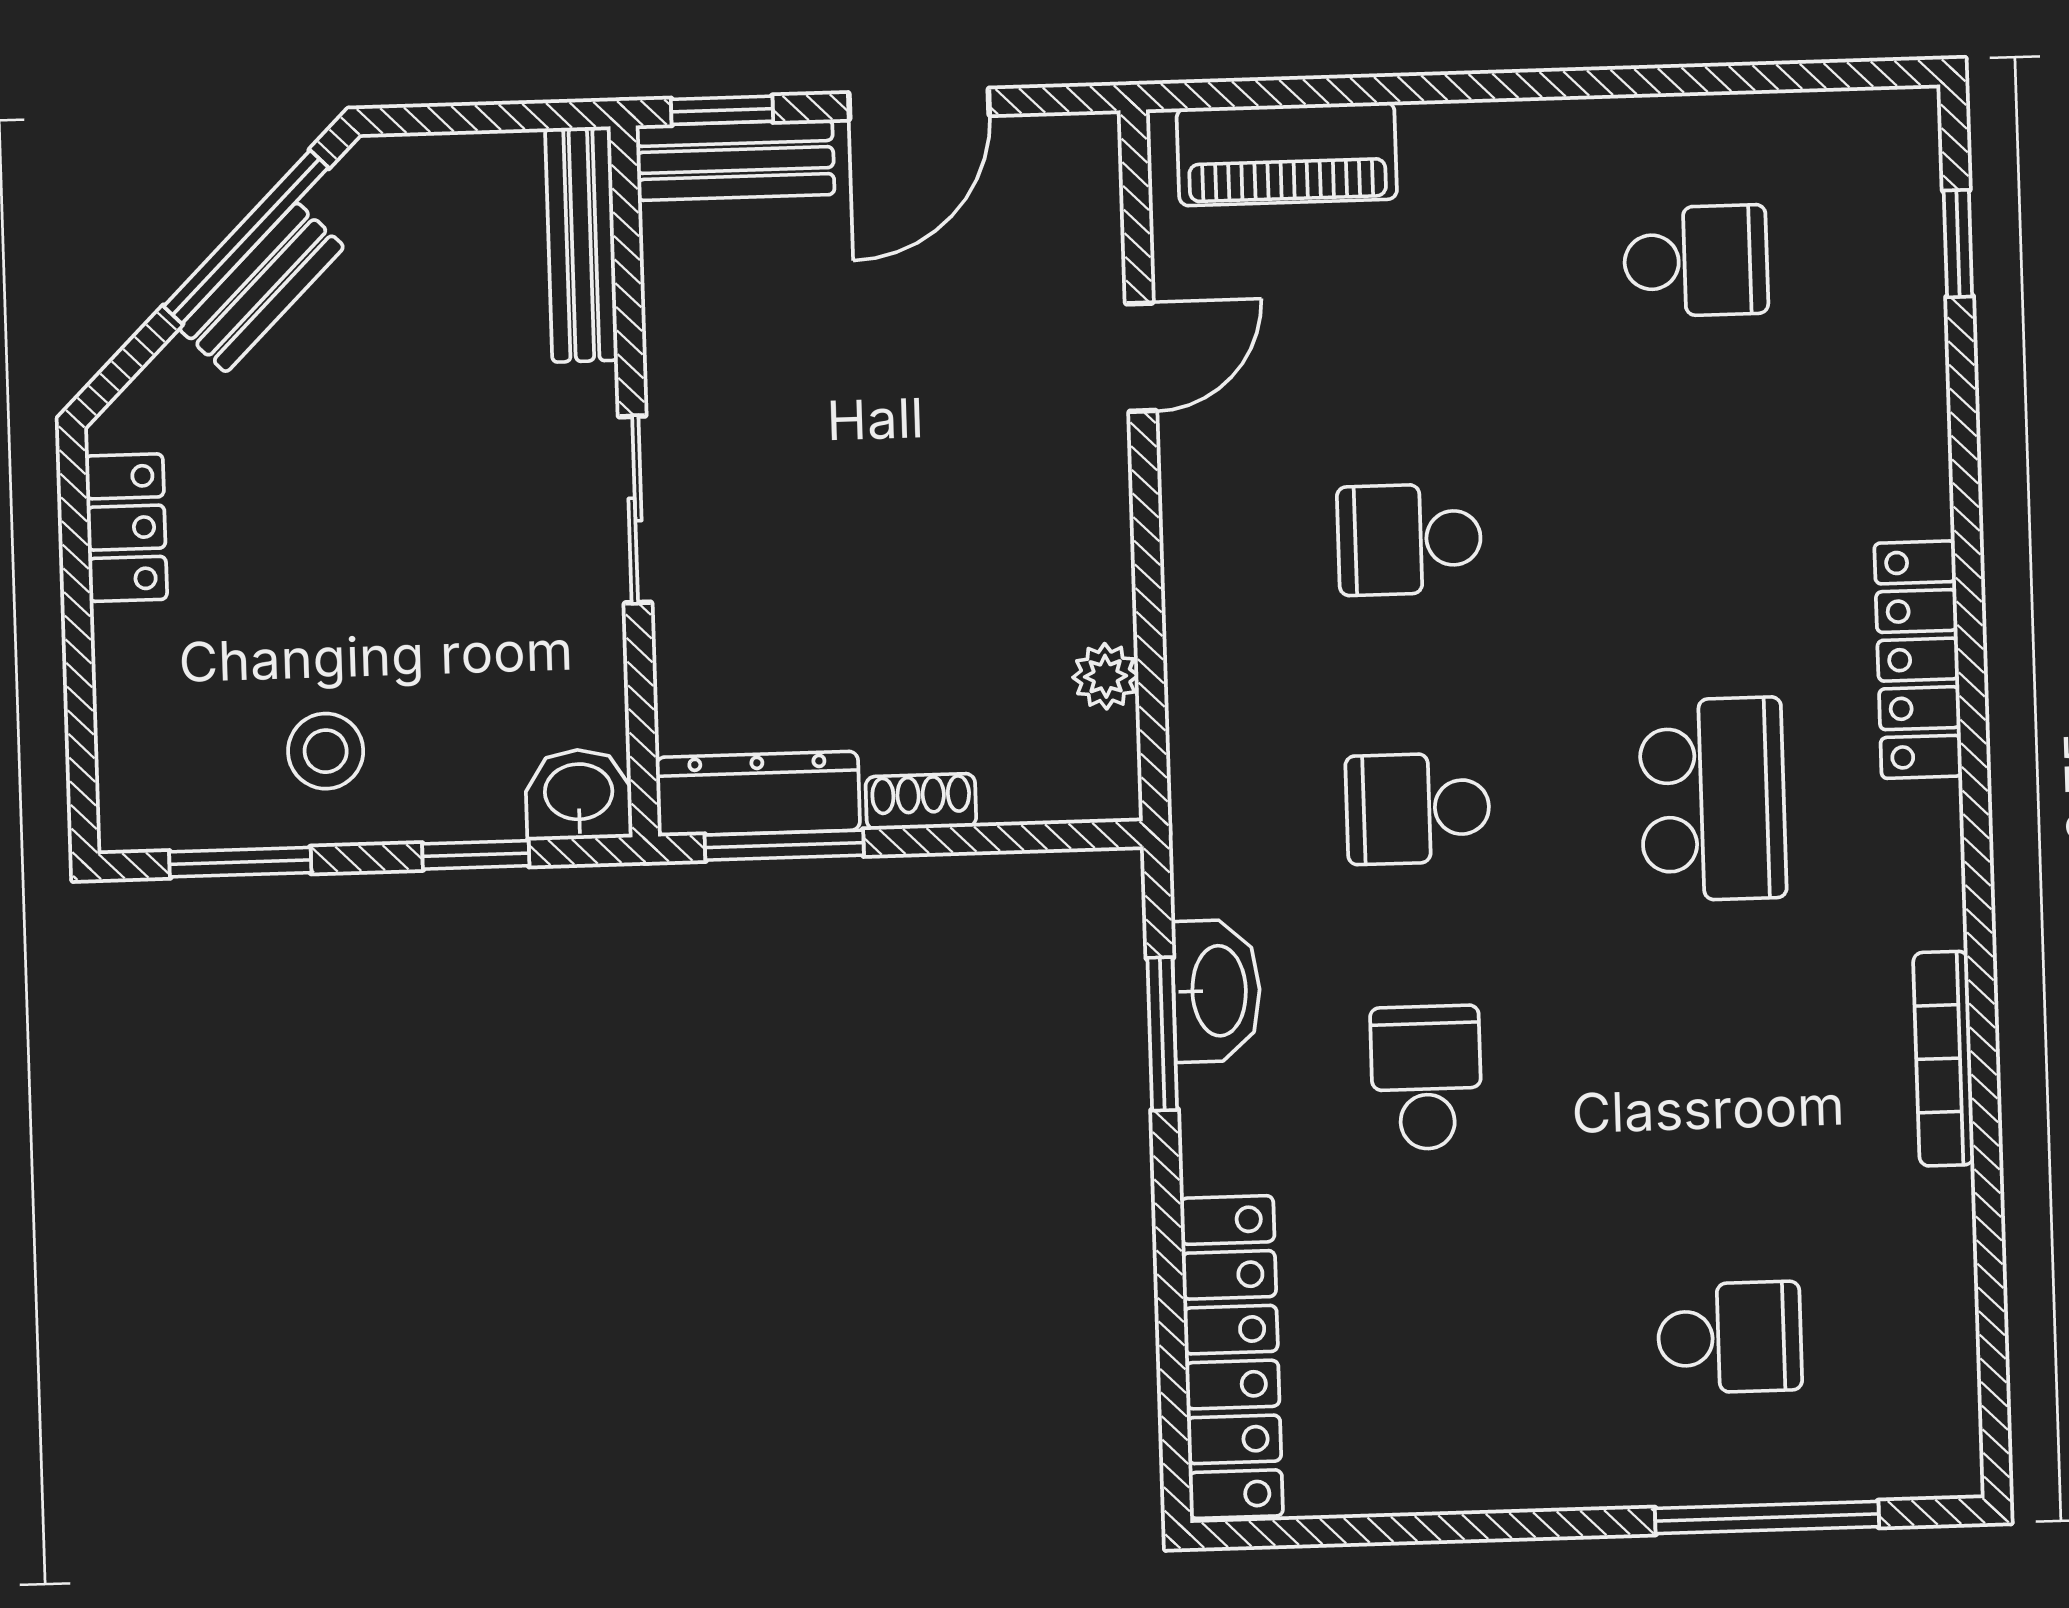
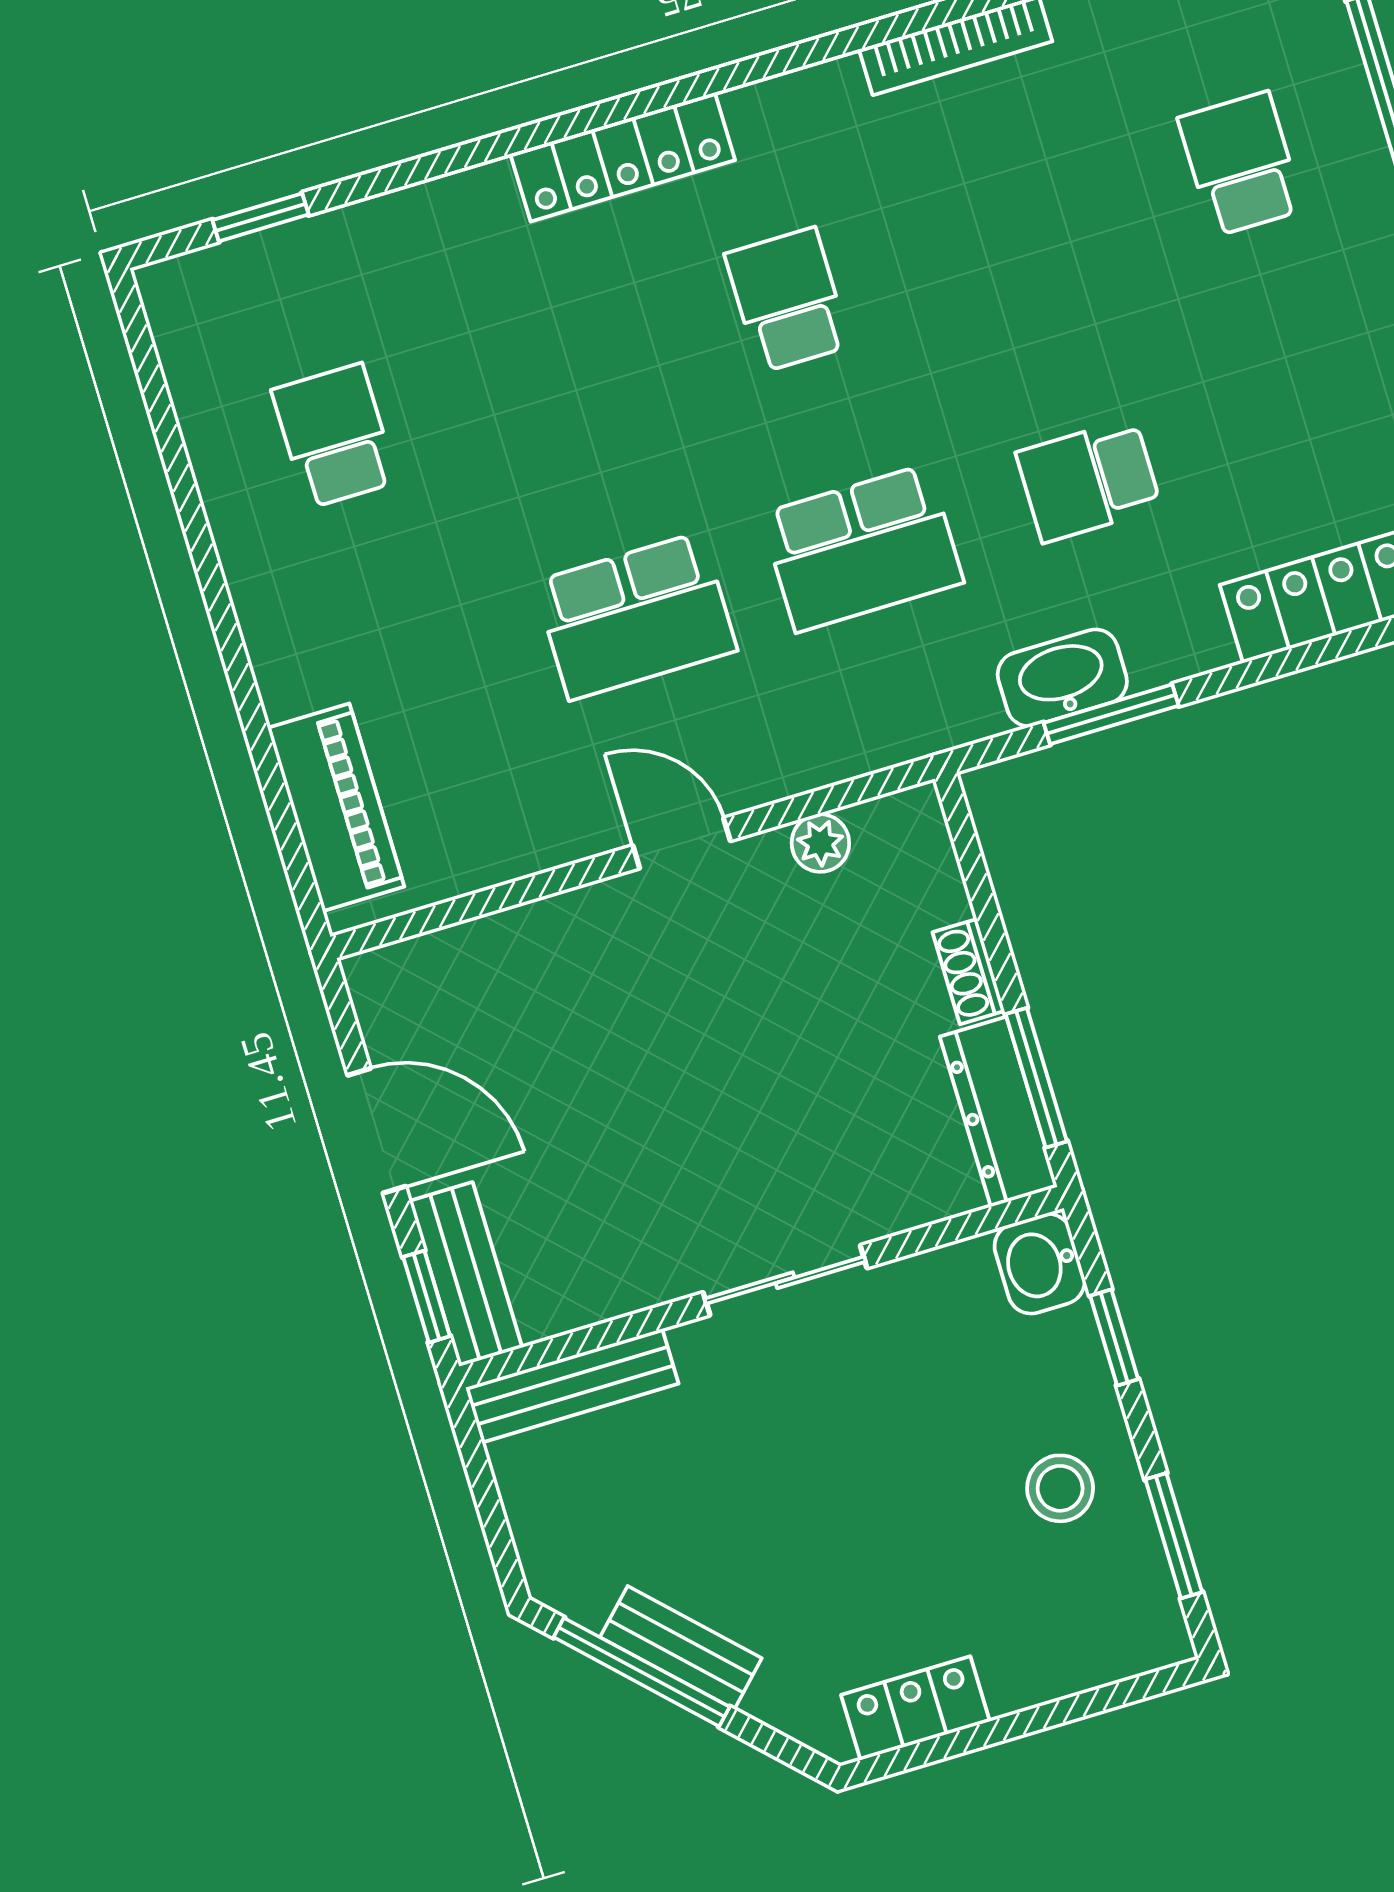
door: (1141, 357) -> (682, 843), moved
school desk: (1409, 539) -> (635, 616), width x1.85
school desk: (1713, 799) -> (788, 300), width x0.54
school desk: (1418, 808) -> (862, 548), width x1.85

